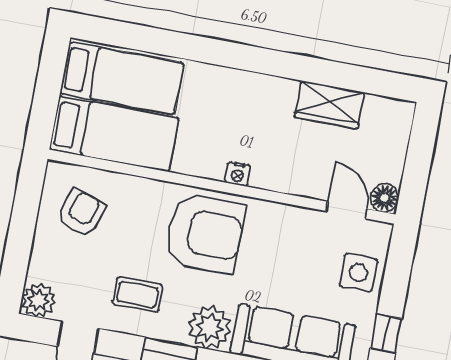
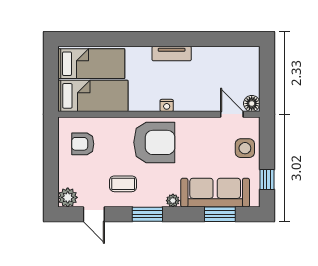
tv unit: (263, 86) -> (172, 54), added
wardrobe: (330, 105) -> (211, 57), removed
armchair: (81, 213) -> (83, 144), turned -109
plant: (210, 327) -> (173, 201), width x0.53, depth x0.53

